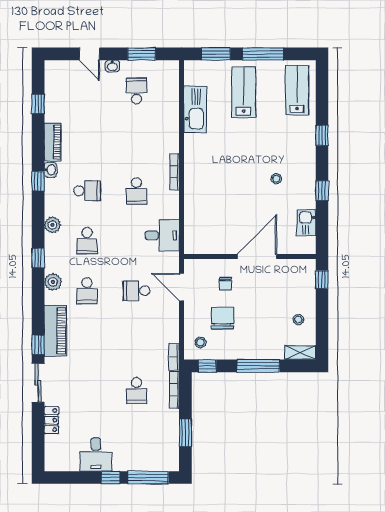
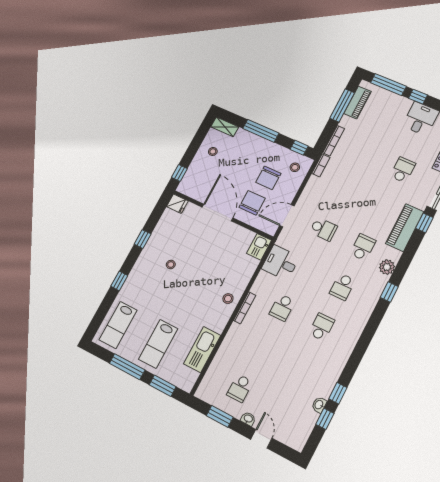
piano: (53, 142) -> (357, 103), moved, turned 180
washbasin: (50, 170) -> (319, 405), moved
stool: (197, 173) -> (228, 299), added
window: (38, 181) -> (338, 393), moved
school desk: (87, 191) -> (322, 327), turned 90
school desk: (136, 191) -> (282, 308), turned 180
kitchen sink: (306, 223) -> (259, 247), moved, turned 180
plant: (52, 225) -> (364, 313), removed
school desk: (87, 241) -> (342, 287), turned 180
fridge: (306, 246) -> (177, 204), added
door: (257, 256) -> (217, 212), swing flipped
chair: (225, 284) -> (252, 203), width x1.87, depth x1.87
door: (182, 287) -> (287, 216), swing flipped
school desk: (136, 391) -> (403, 170), moved
window: (185, 433) -> (342, 105), width x1.44

